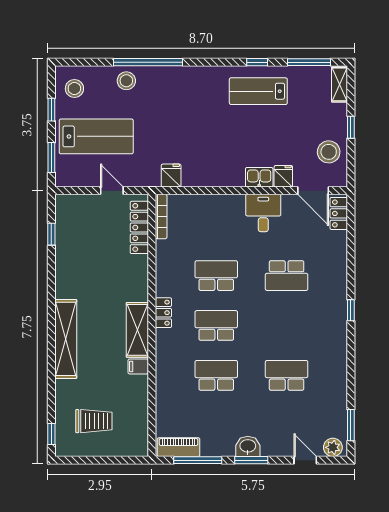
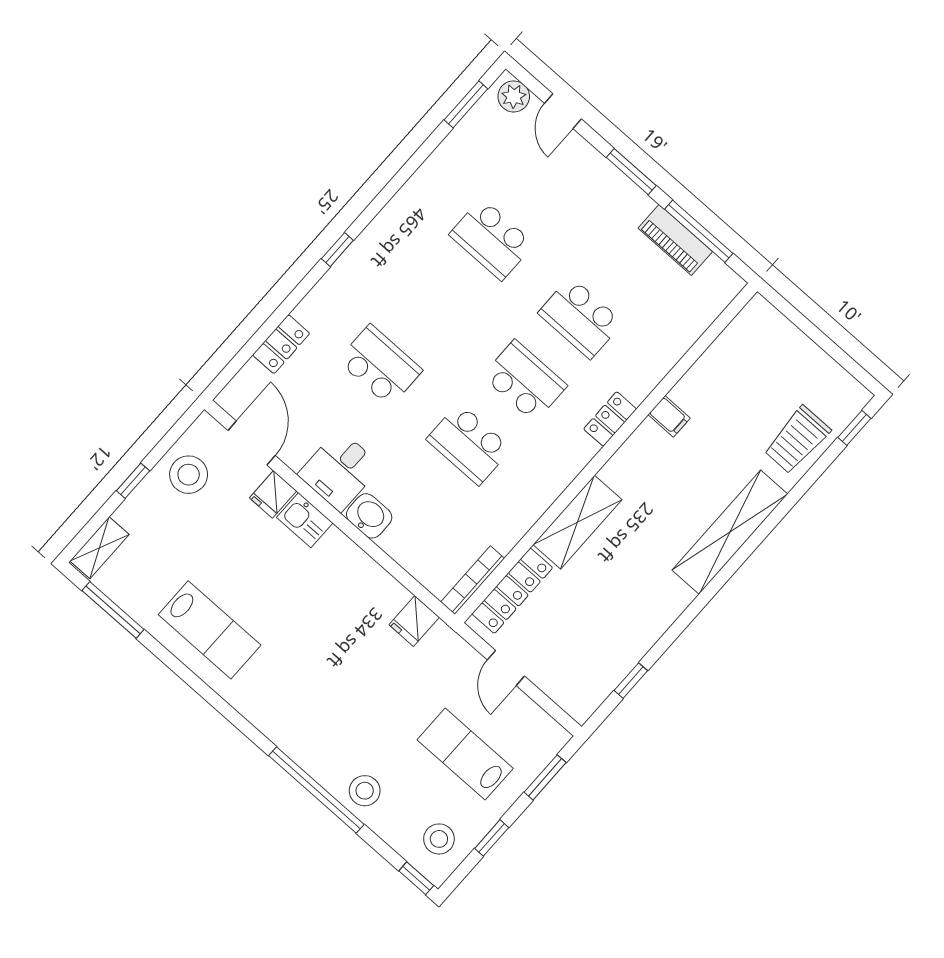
window: (257, 62) -> (416, 878), moved
lab bench: (96, 136) -> (465, 754), width x0.73, depth x0.72
locker: (339, 213) -> (281, 344), moved
locker: (163, 313) -> (610, 419), moved
school desk: (216, 325) -> (525, 381), turned 180
shelving: (137, 330) -> (577, 522), moved
trolley: (94, 421) -> (797, 440), moved, turned -90
washbasin: (248, 446) -> (369, 516), moved, turned 180
piano: (179, 447) -> (675, 240), moved

